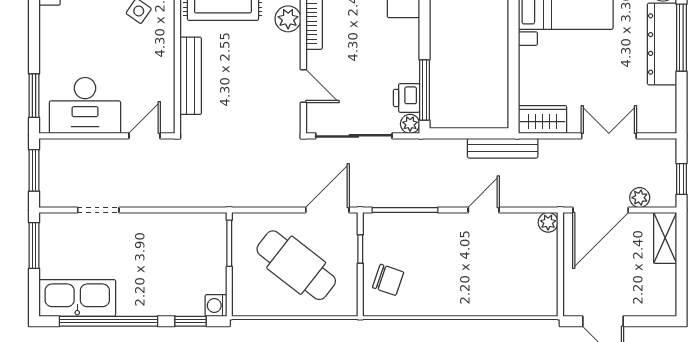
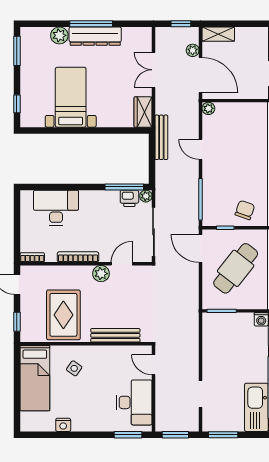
plant: (288, 19) -> (101, 274), moved

